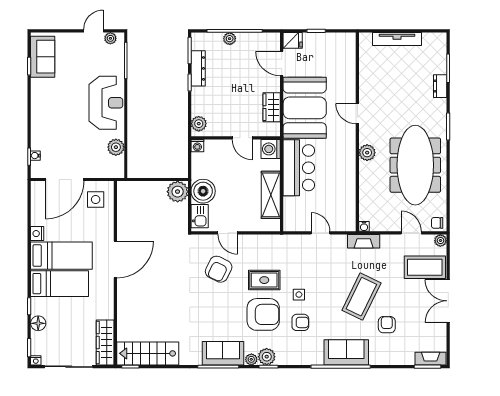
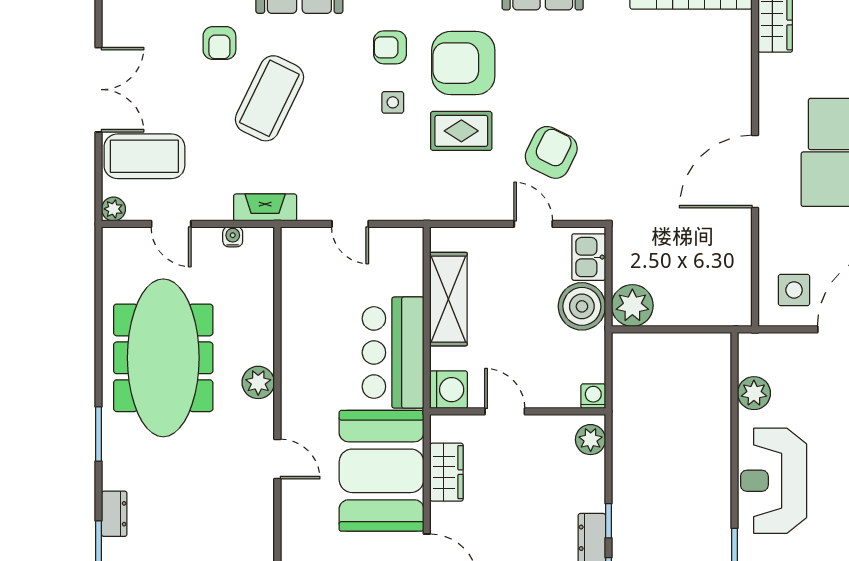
chair: (437, 223) -> (120, 244), removed
water cooler: (364, 226) -> (233, 237), moved

